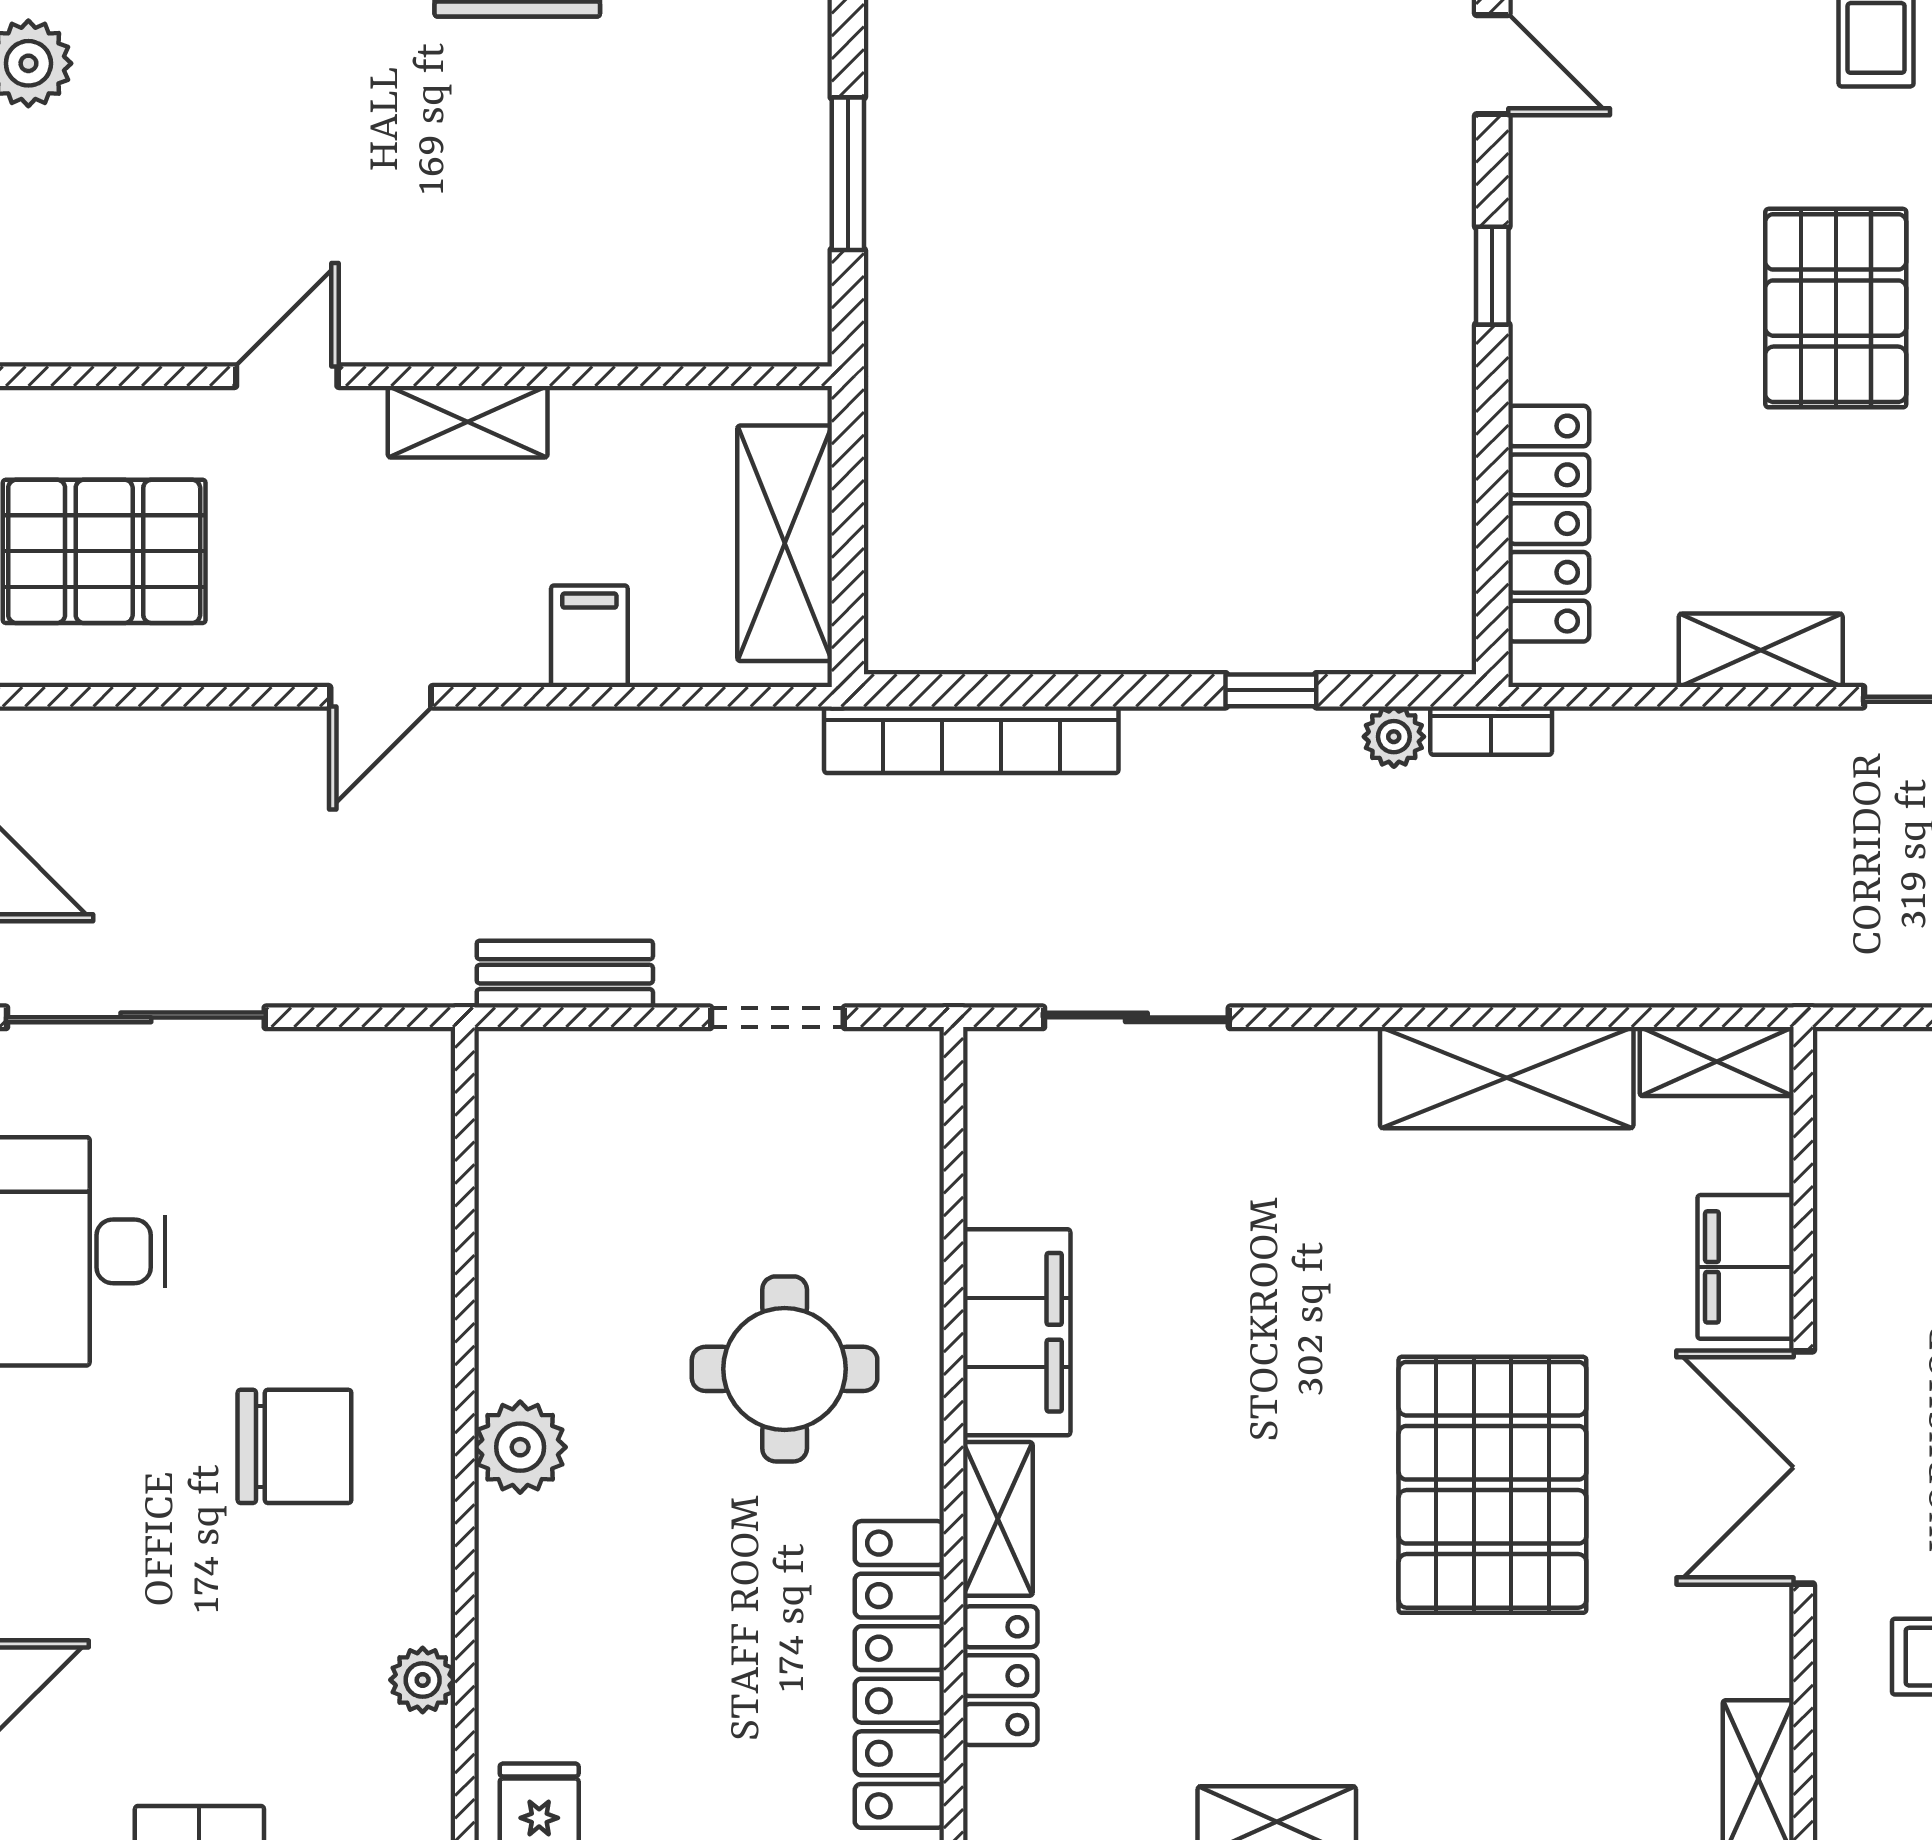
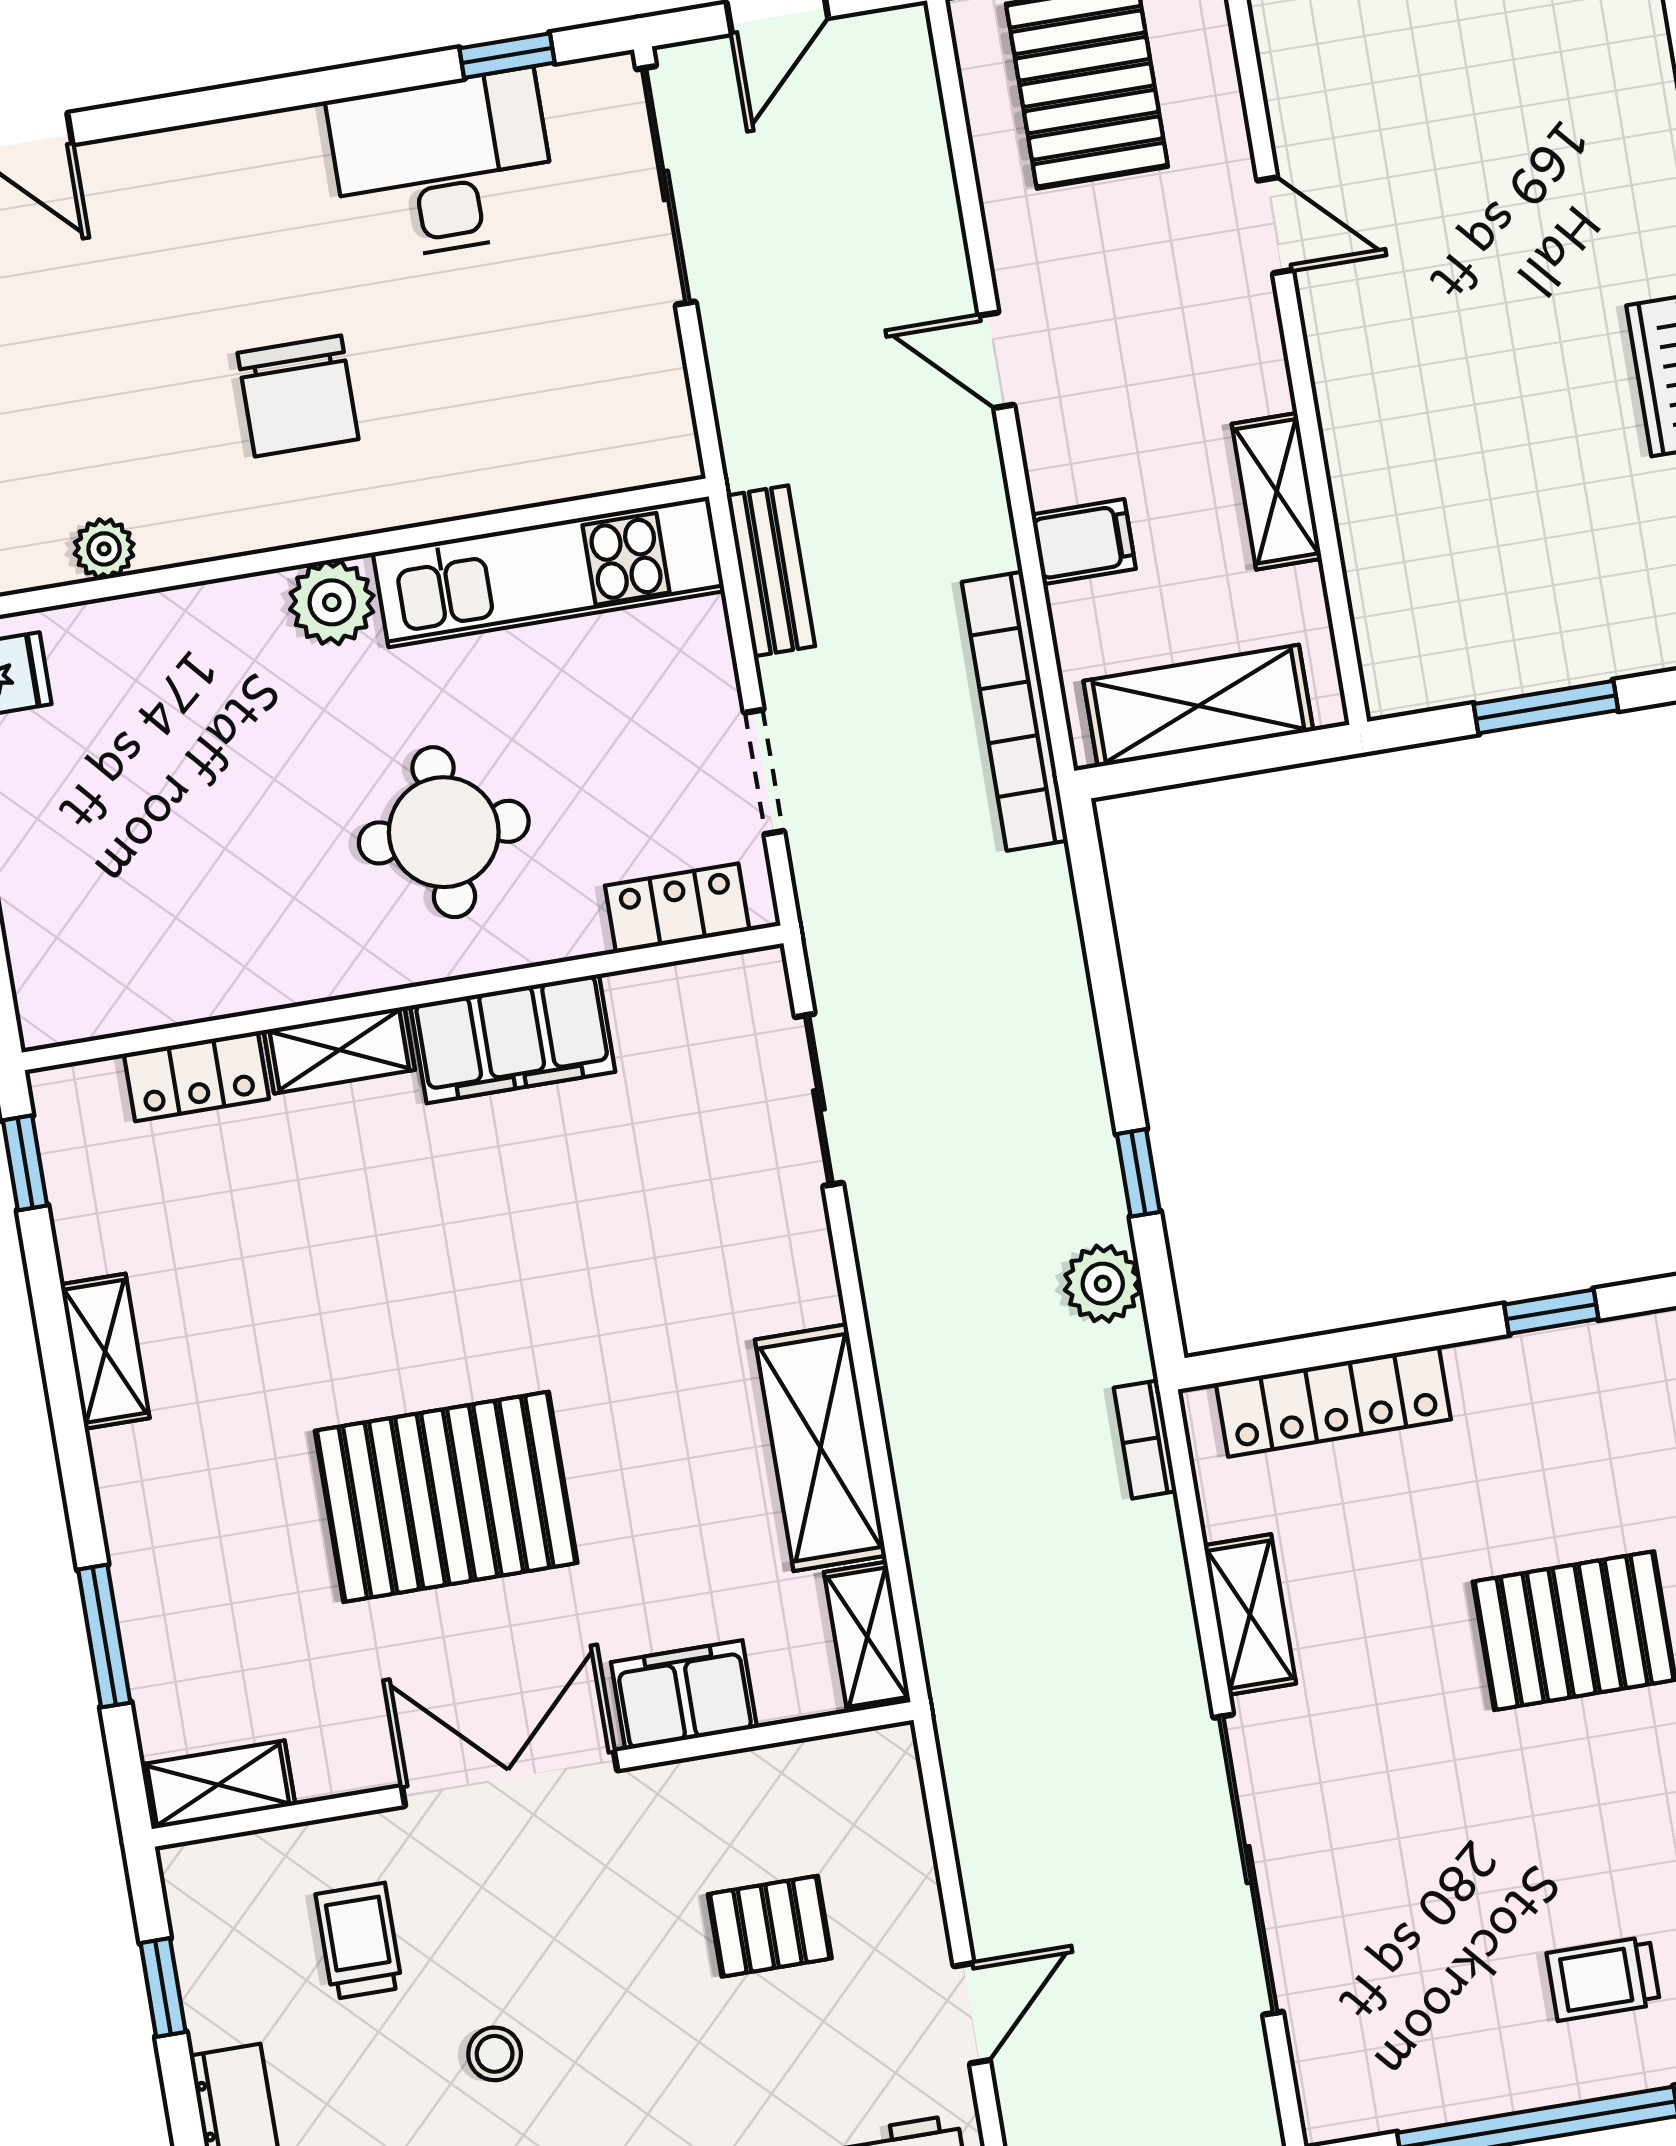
shelving: (468, 422) -> (1277, 491), moved
bookcase: (1491, 731) -> (1145, 1439), moved
plant: (1394, 737) -> (1103, 1284), width x1.38, depth x1.38
bookcase: (971, 740) -> (1015, 711), moved
kitchen unit: (526, 1211) -> (549, 572), added
locker: (899, 1674) -> (677, 908), moved, width x0.46, depth x0.83

